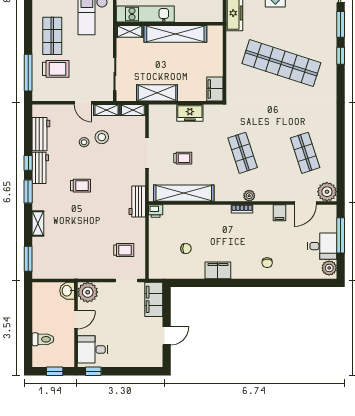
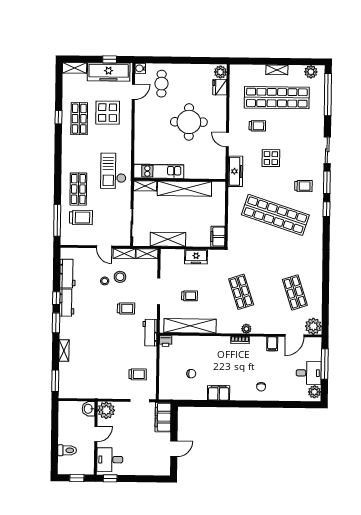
trolley: (313, 29) -> (303, 186), added
trolley: (81, 186) -> (126, 308), moved

